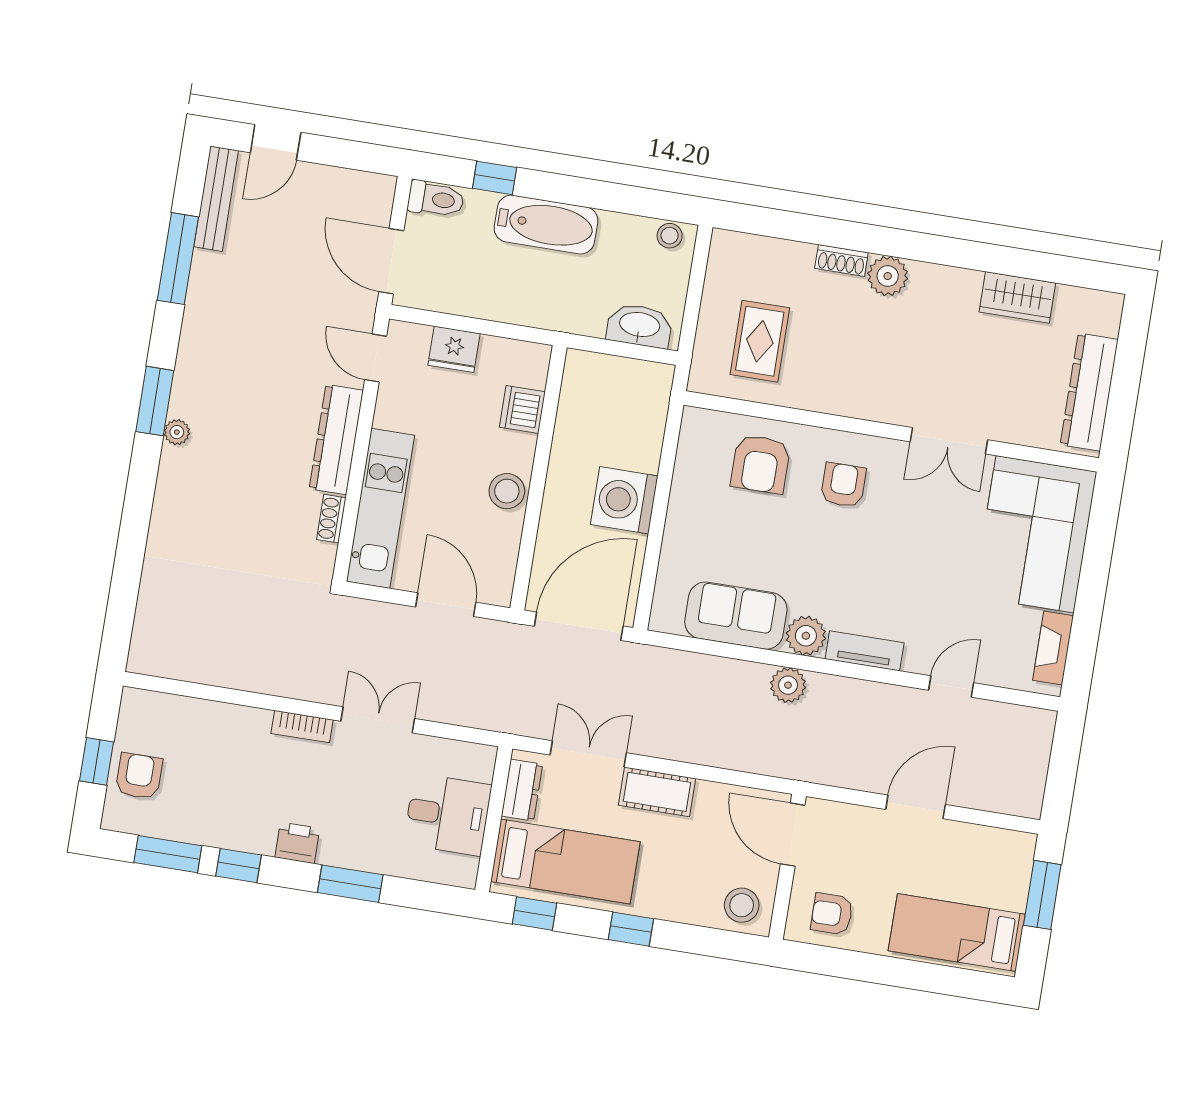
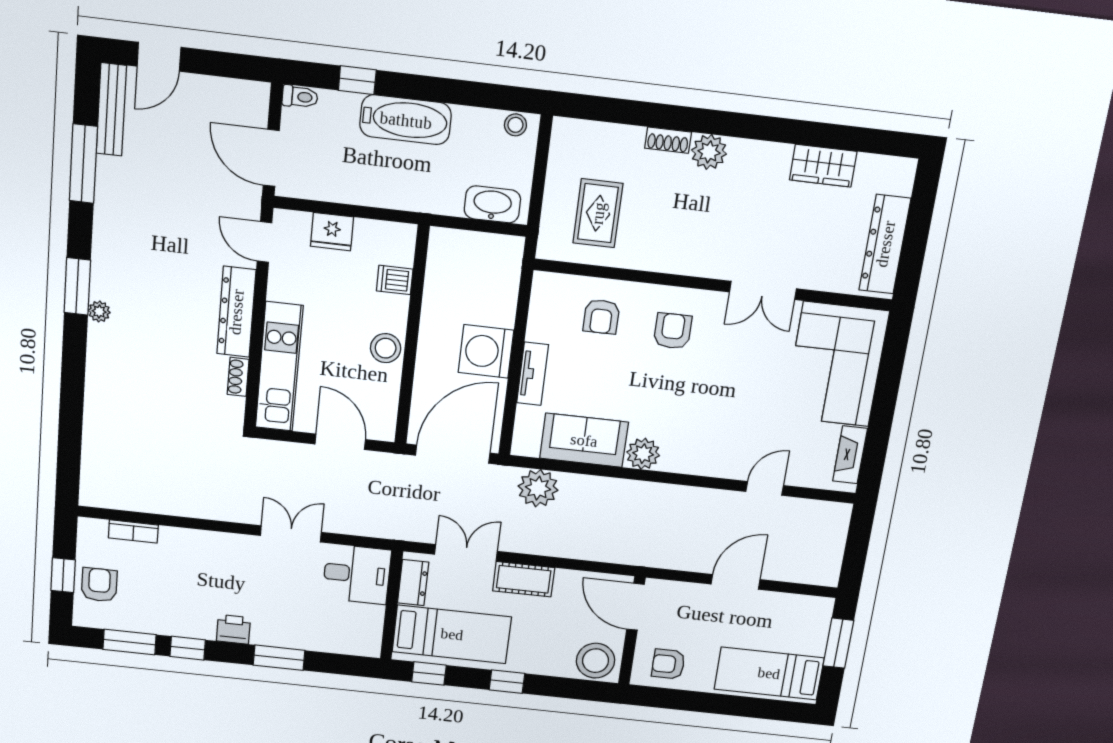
toilet: (436, 199) -> (300, 97), width x0.73, depth x0.72
dishwasher: (522, 410) -> (395, 280), width x0.73
armchair: (761, 464) -> (601, 317), width x0.72, depth x0.72
tv unit: (865, 651) -> (533, 374), moved, turned 90
plant: (788, 685) -> (538, 488), moved, width x1.36, depth x1.36
bookcase: (302, 727) -> (133, 531), moved
desk: (448, 815) -> (357, 574), moved
stool: (742, 905) -> (595, 661), width x1.38, depth x1.38

